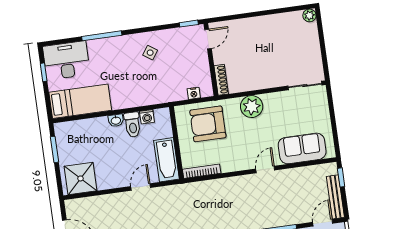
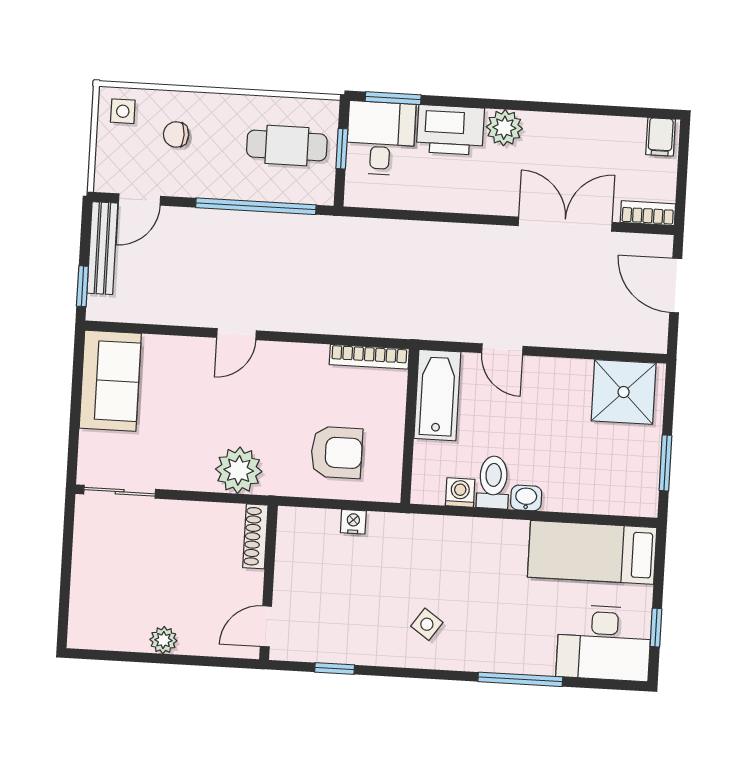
plant: (309, 15) -> (163, 640), moved
door: (208, 39) -> (266, 626), moved
wall: (211, 60) -> (268, 583), moved
shoe rack: (221, 80) -> (255, 536), moved
armchair: (208, 124) -> (337, 452), width x0.73, depth x0.73
sofa: (302, 148) -> (110, 381), moved, turned -90
door: (141, 187) -> (502, 349), hinge flipped

